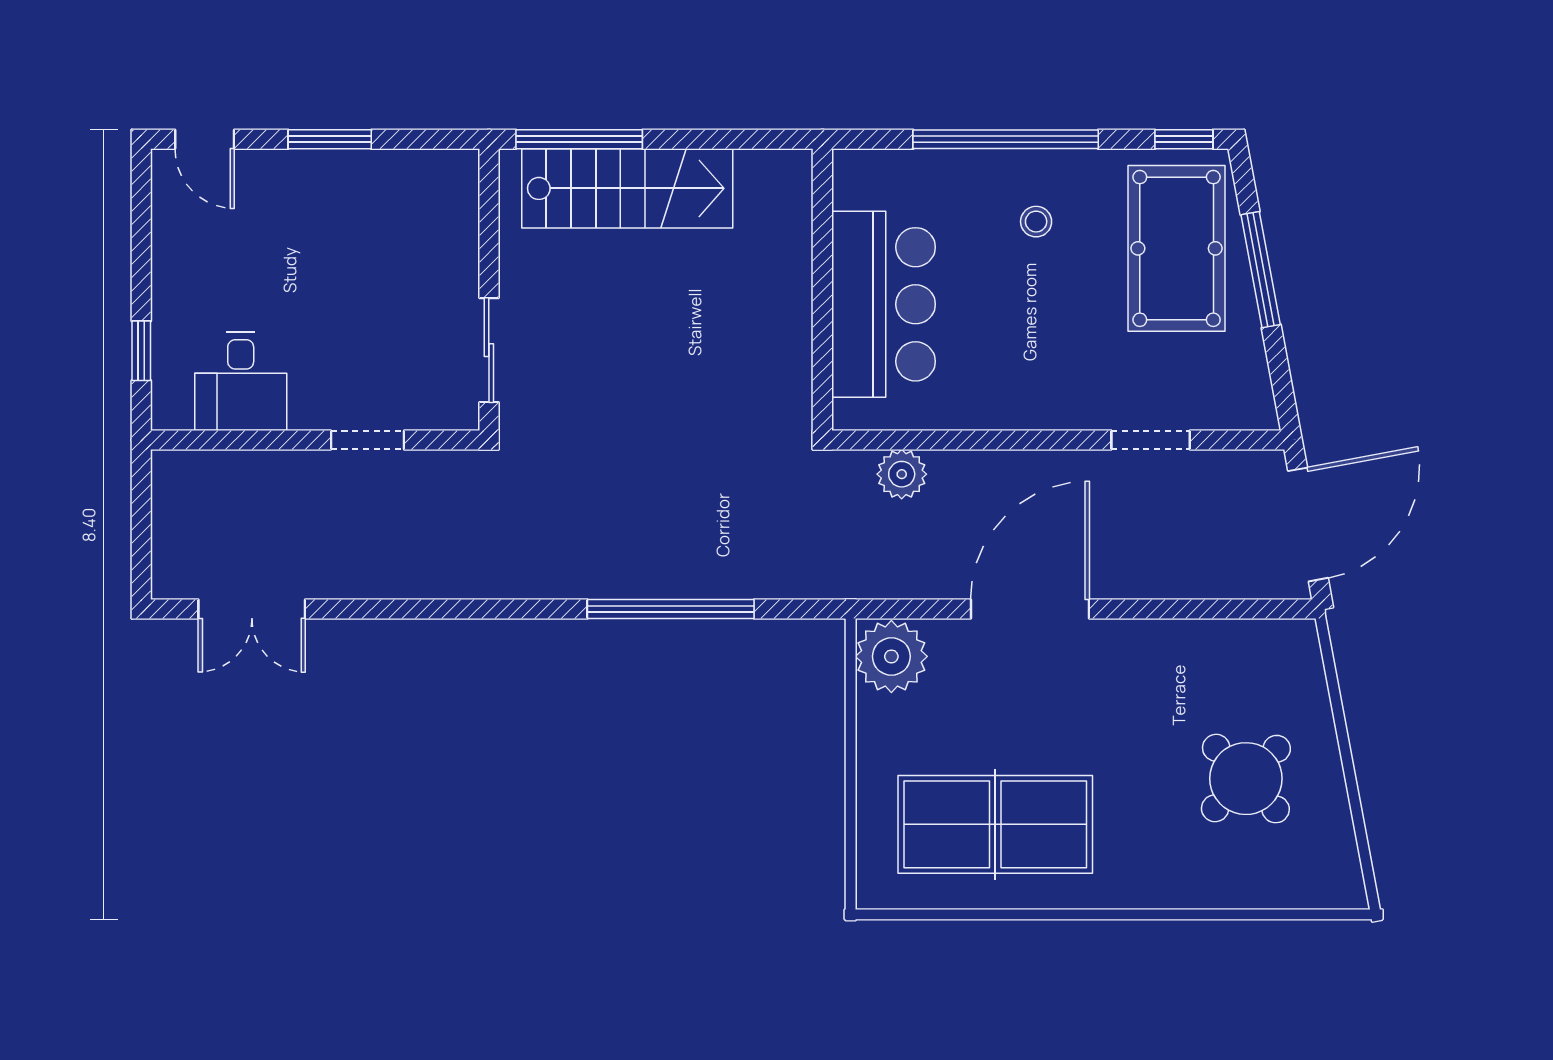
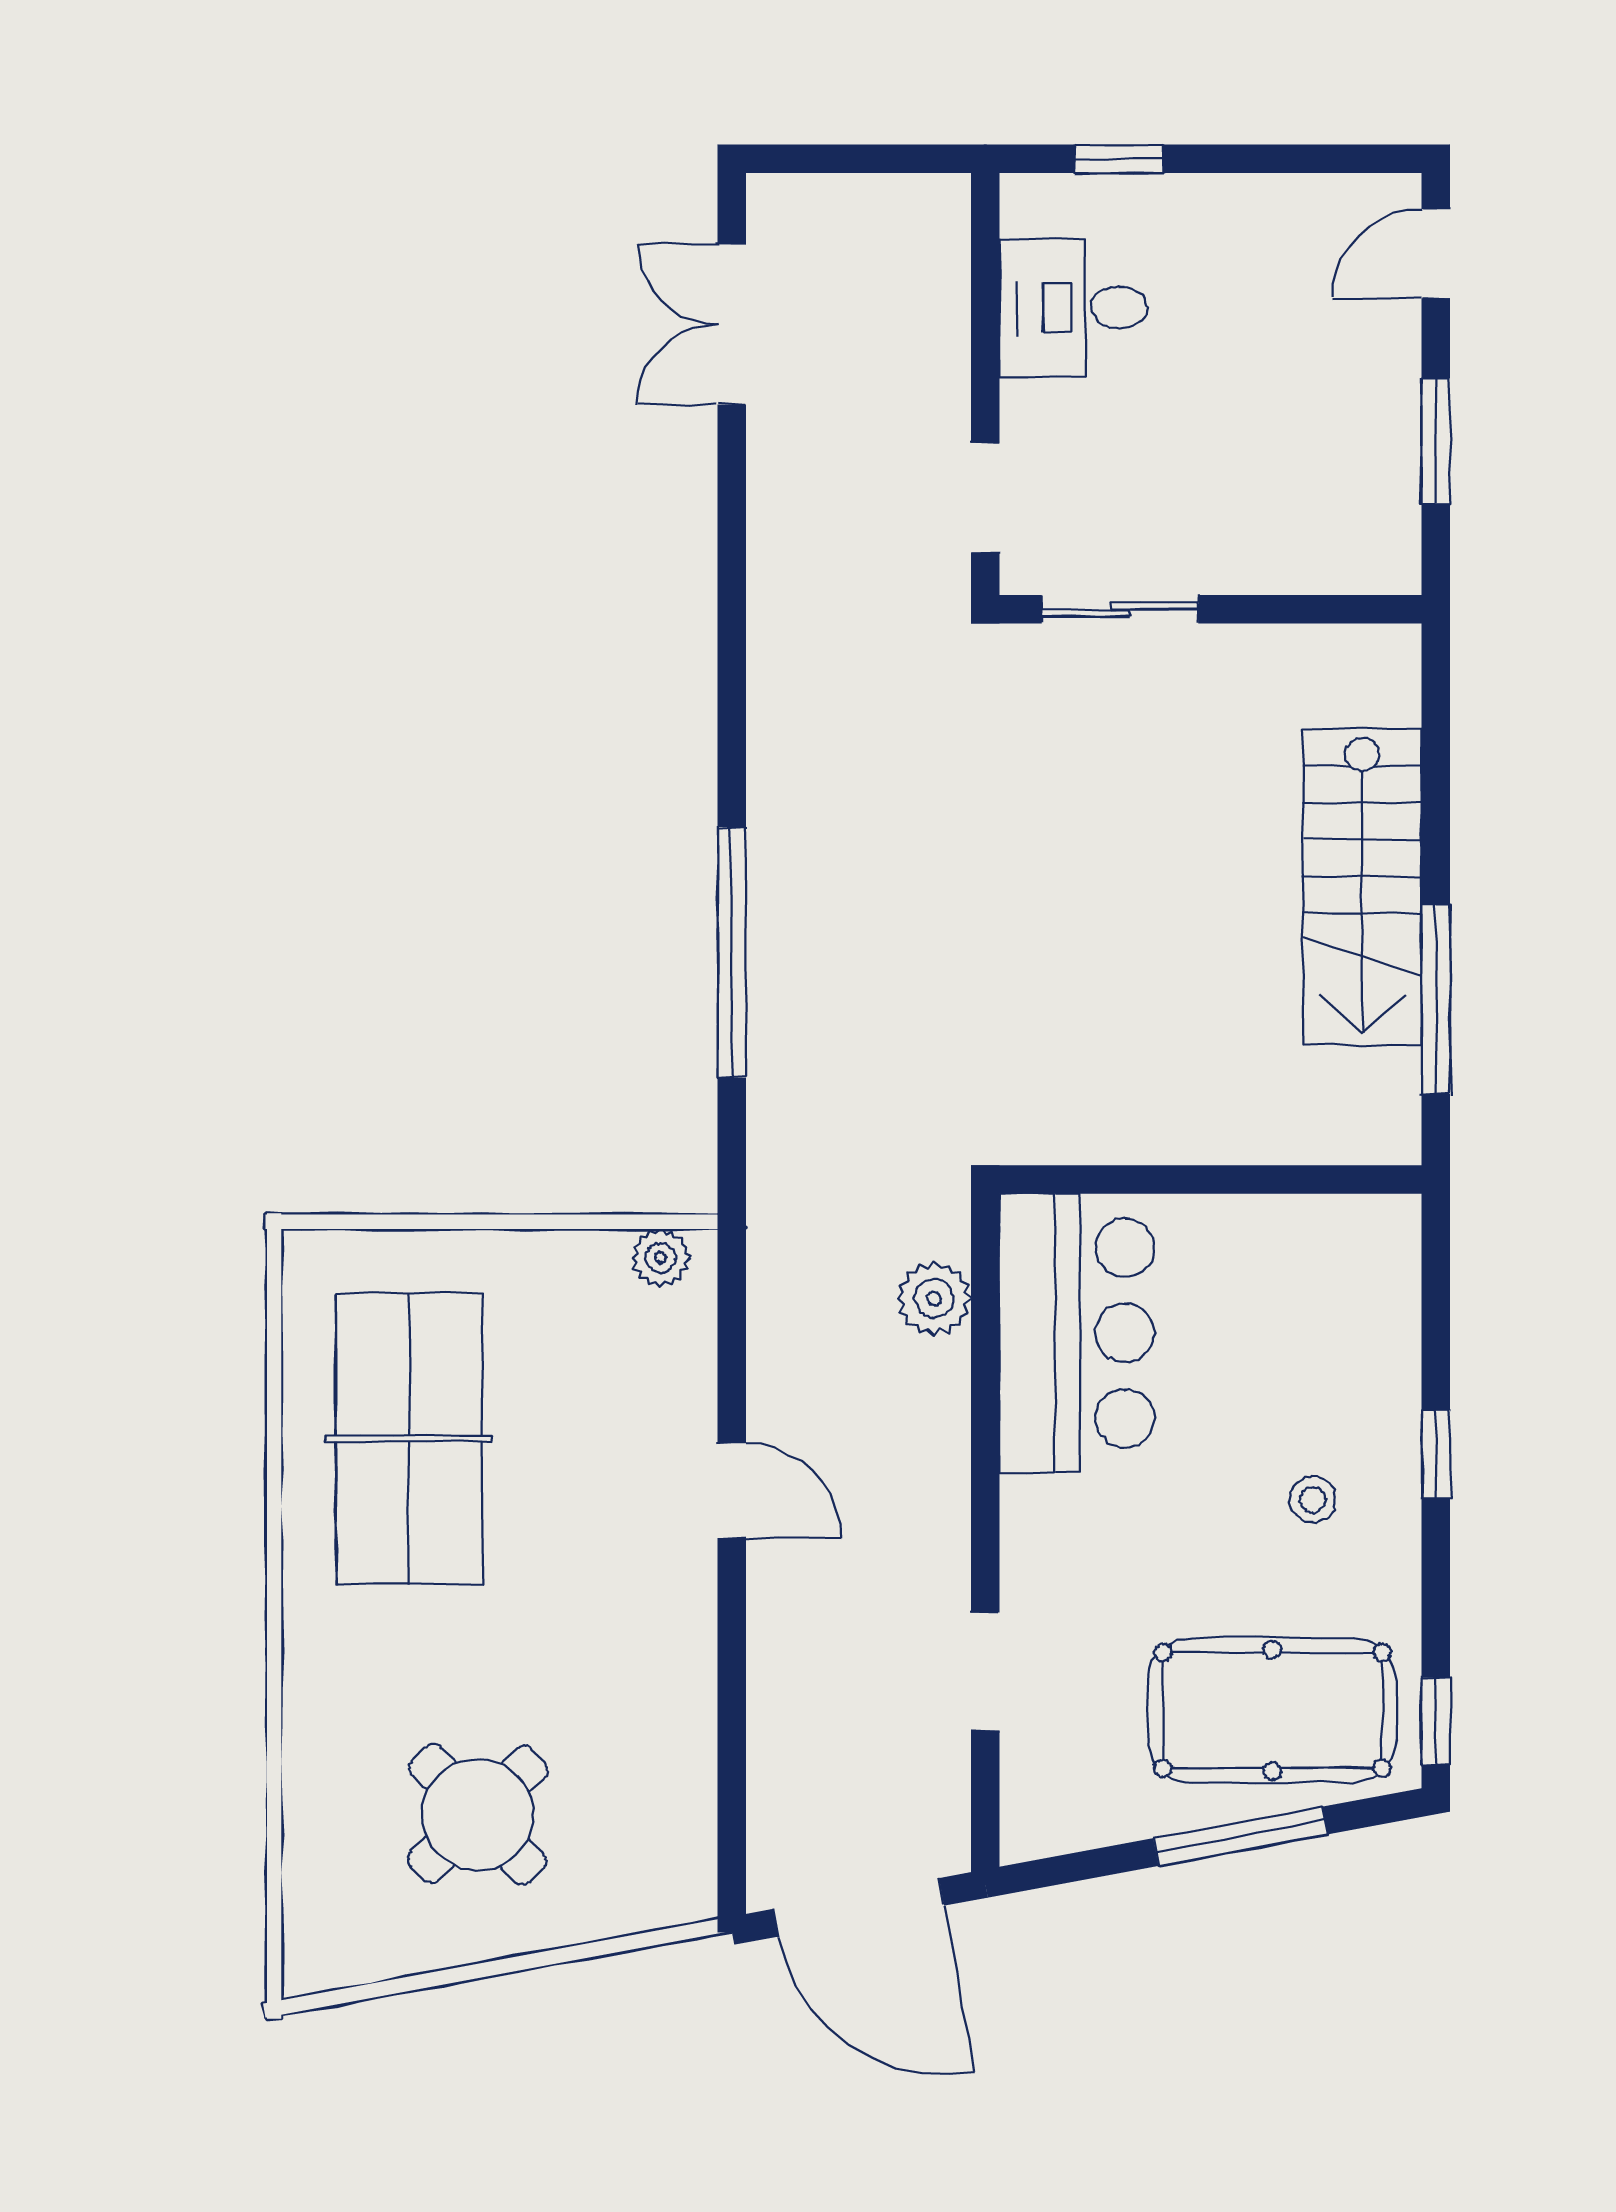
window: (579, 139) -> (1436, 999), moved
window: (1006, 139) -> (1436, 1454), width x0.32
wall: (489, 290) -> (1210, 609), moved
bar counter: (884, 304) -> (1077, 1333), moved, turned -90
sliding door: (489, 350) -> (1120, 609), moved
door: (1030, 609) -> (732, 1491), width x0.53
plant: (891, 656) -> (661, 1258), width x0.53, depth x0.53

